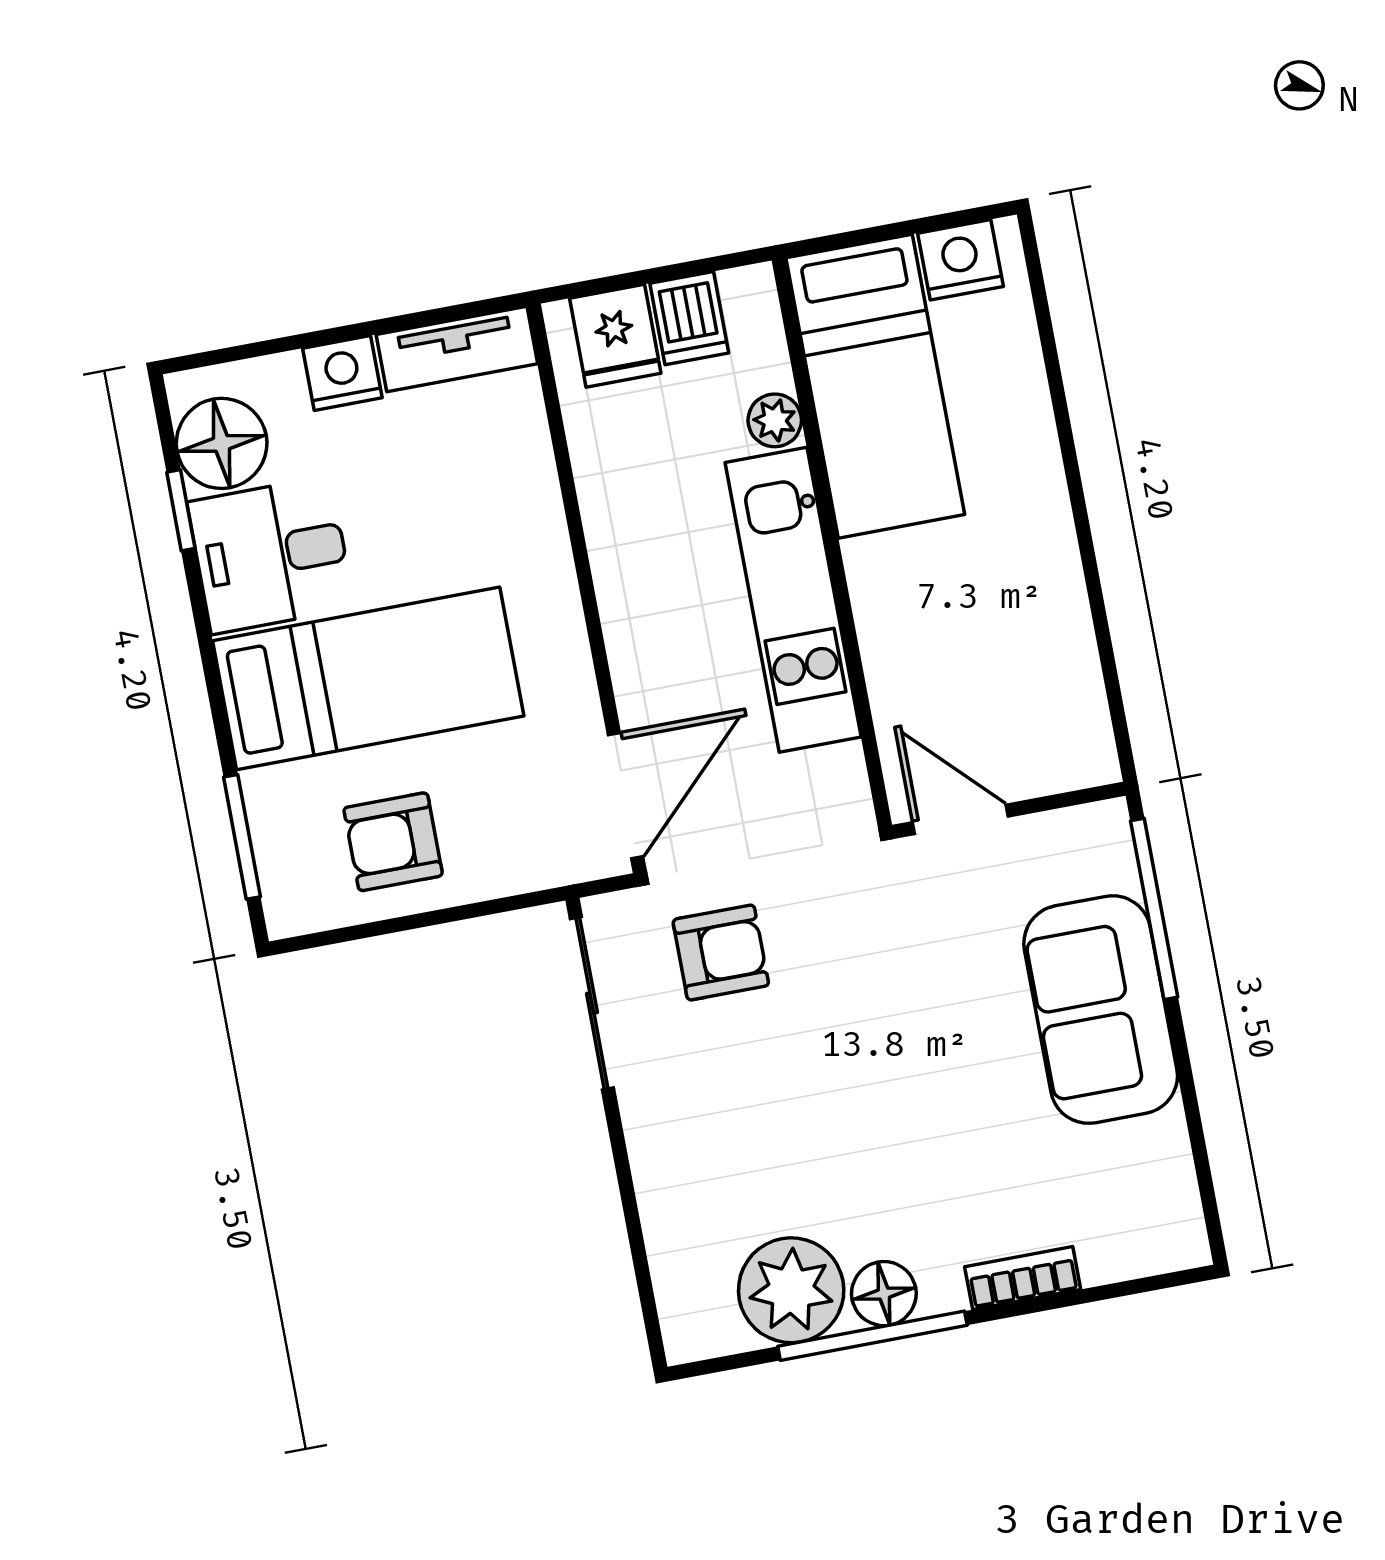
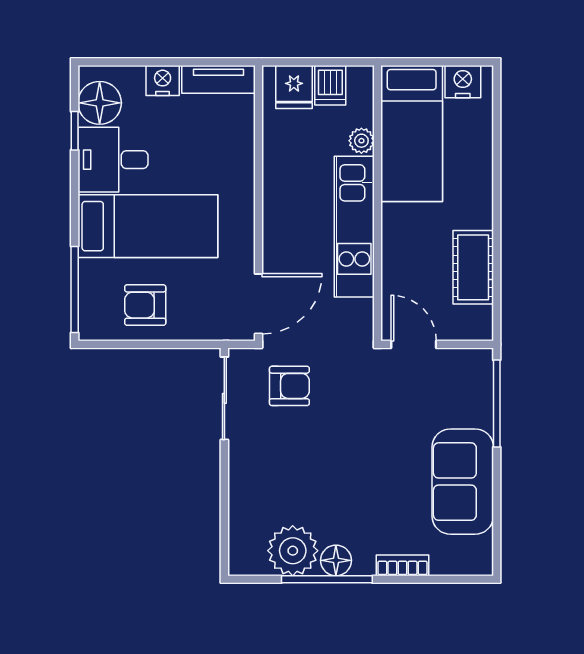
cot: (1053, 638) -> (473, 267), added
window: (242, 837) -> (75, 289), width x1.44
sofa: (1101, 1010) -> (463, 482), moved

